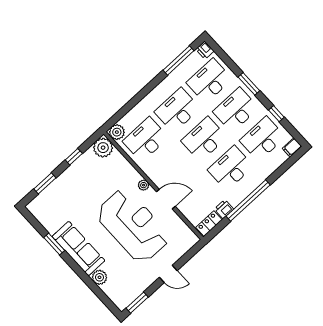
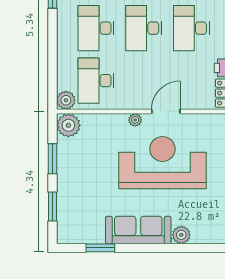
window: (74, 157) -> (53, 159), width x1.50
window: (54, 244) -> (100, 248), moved

